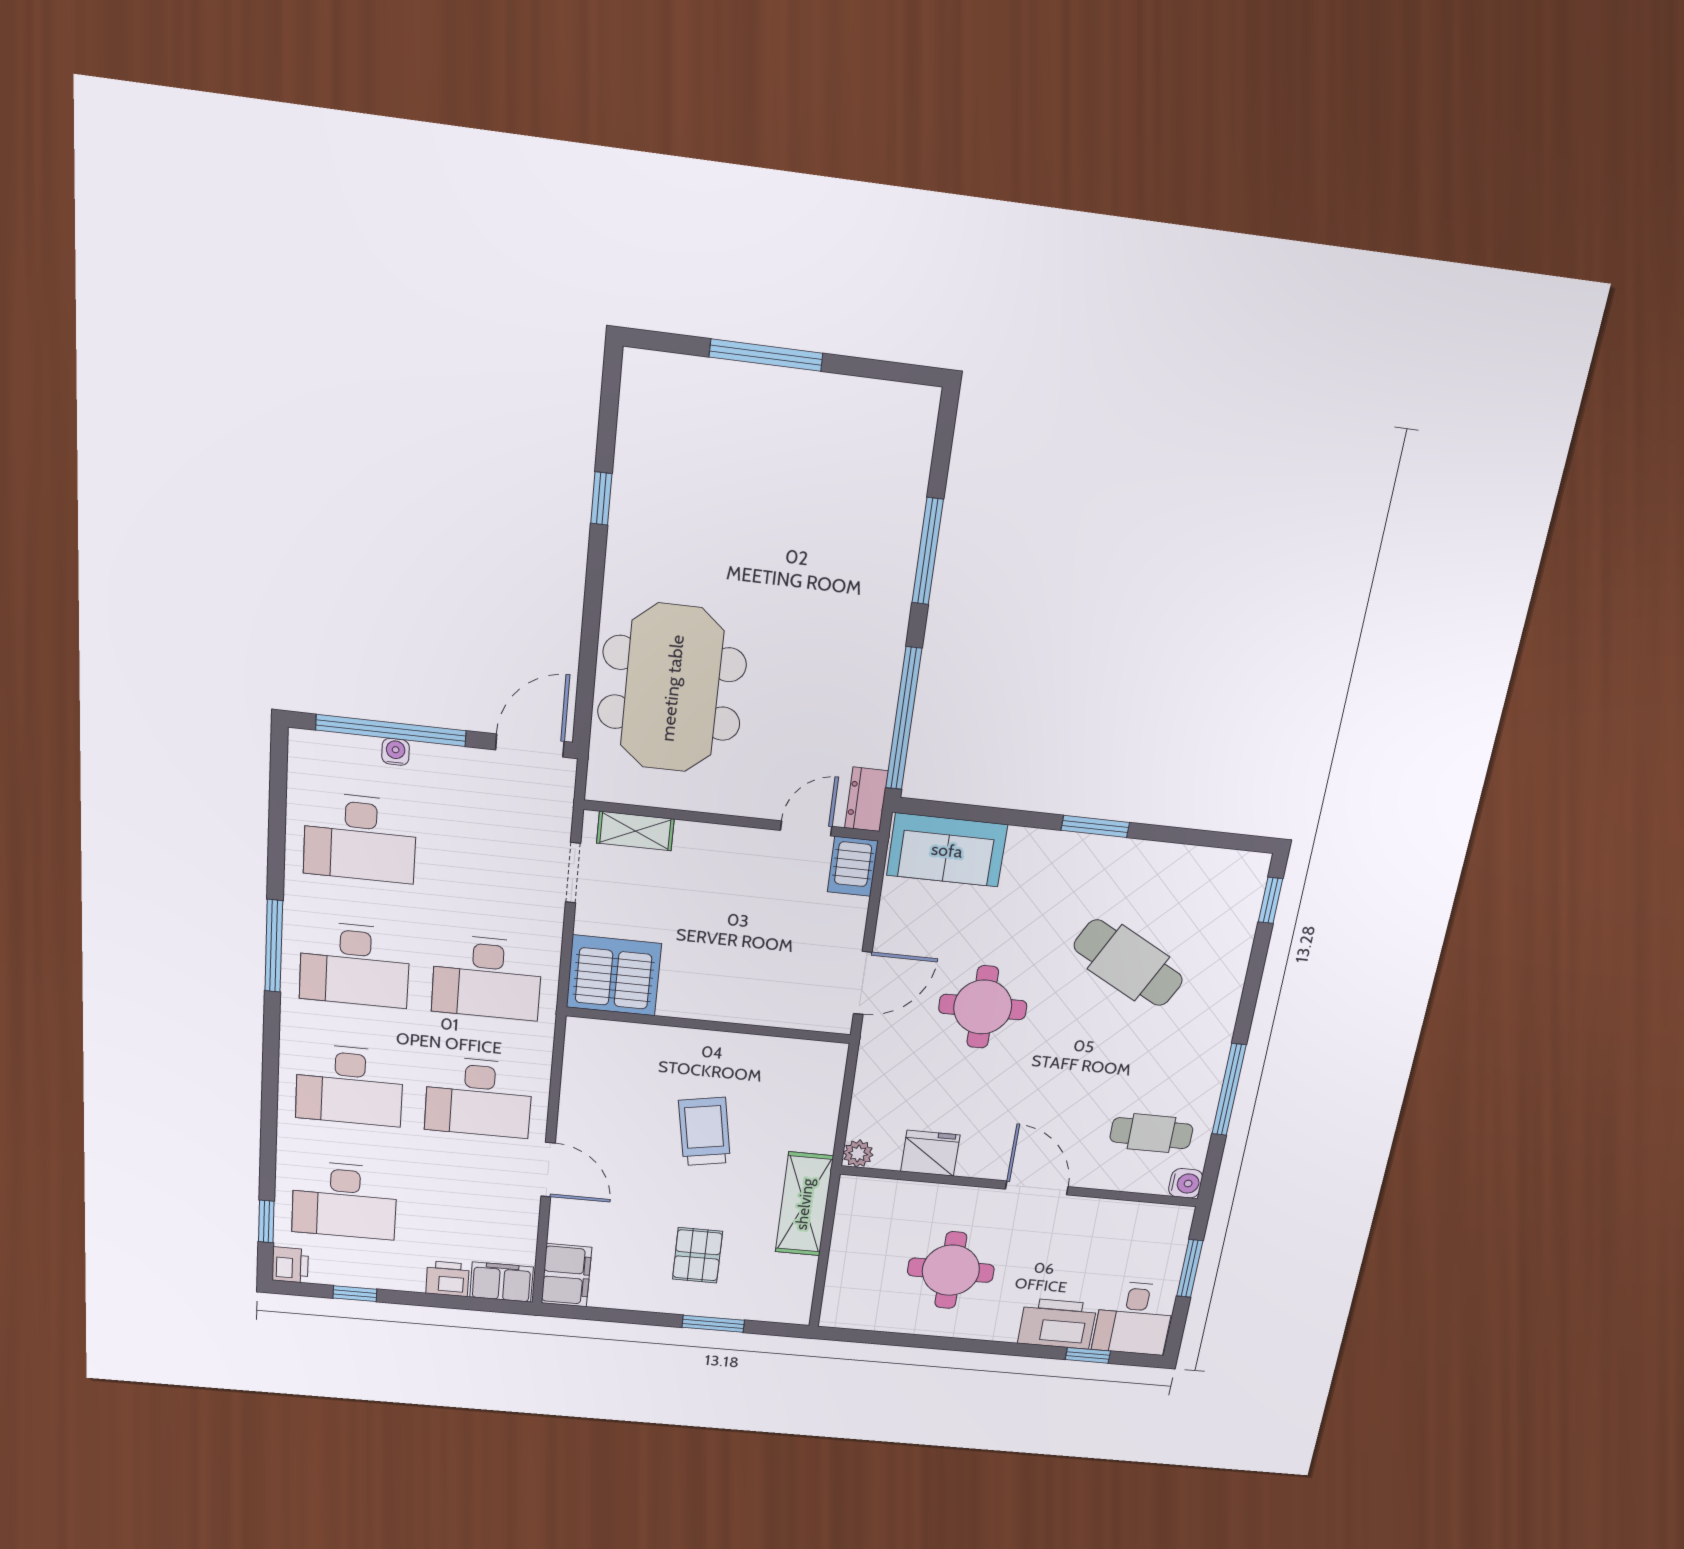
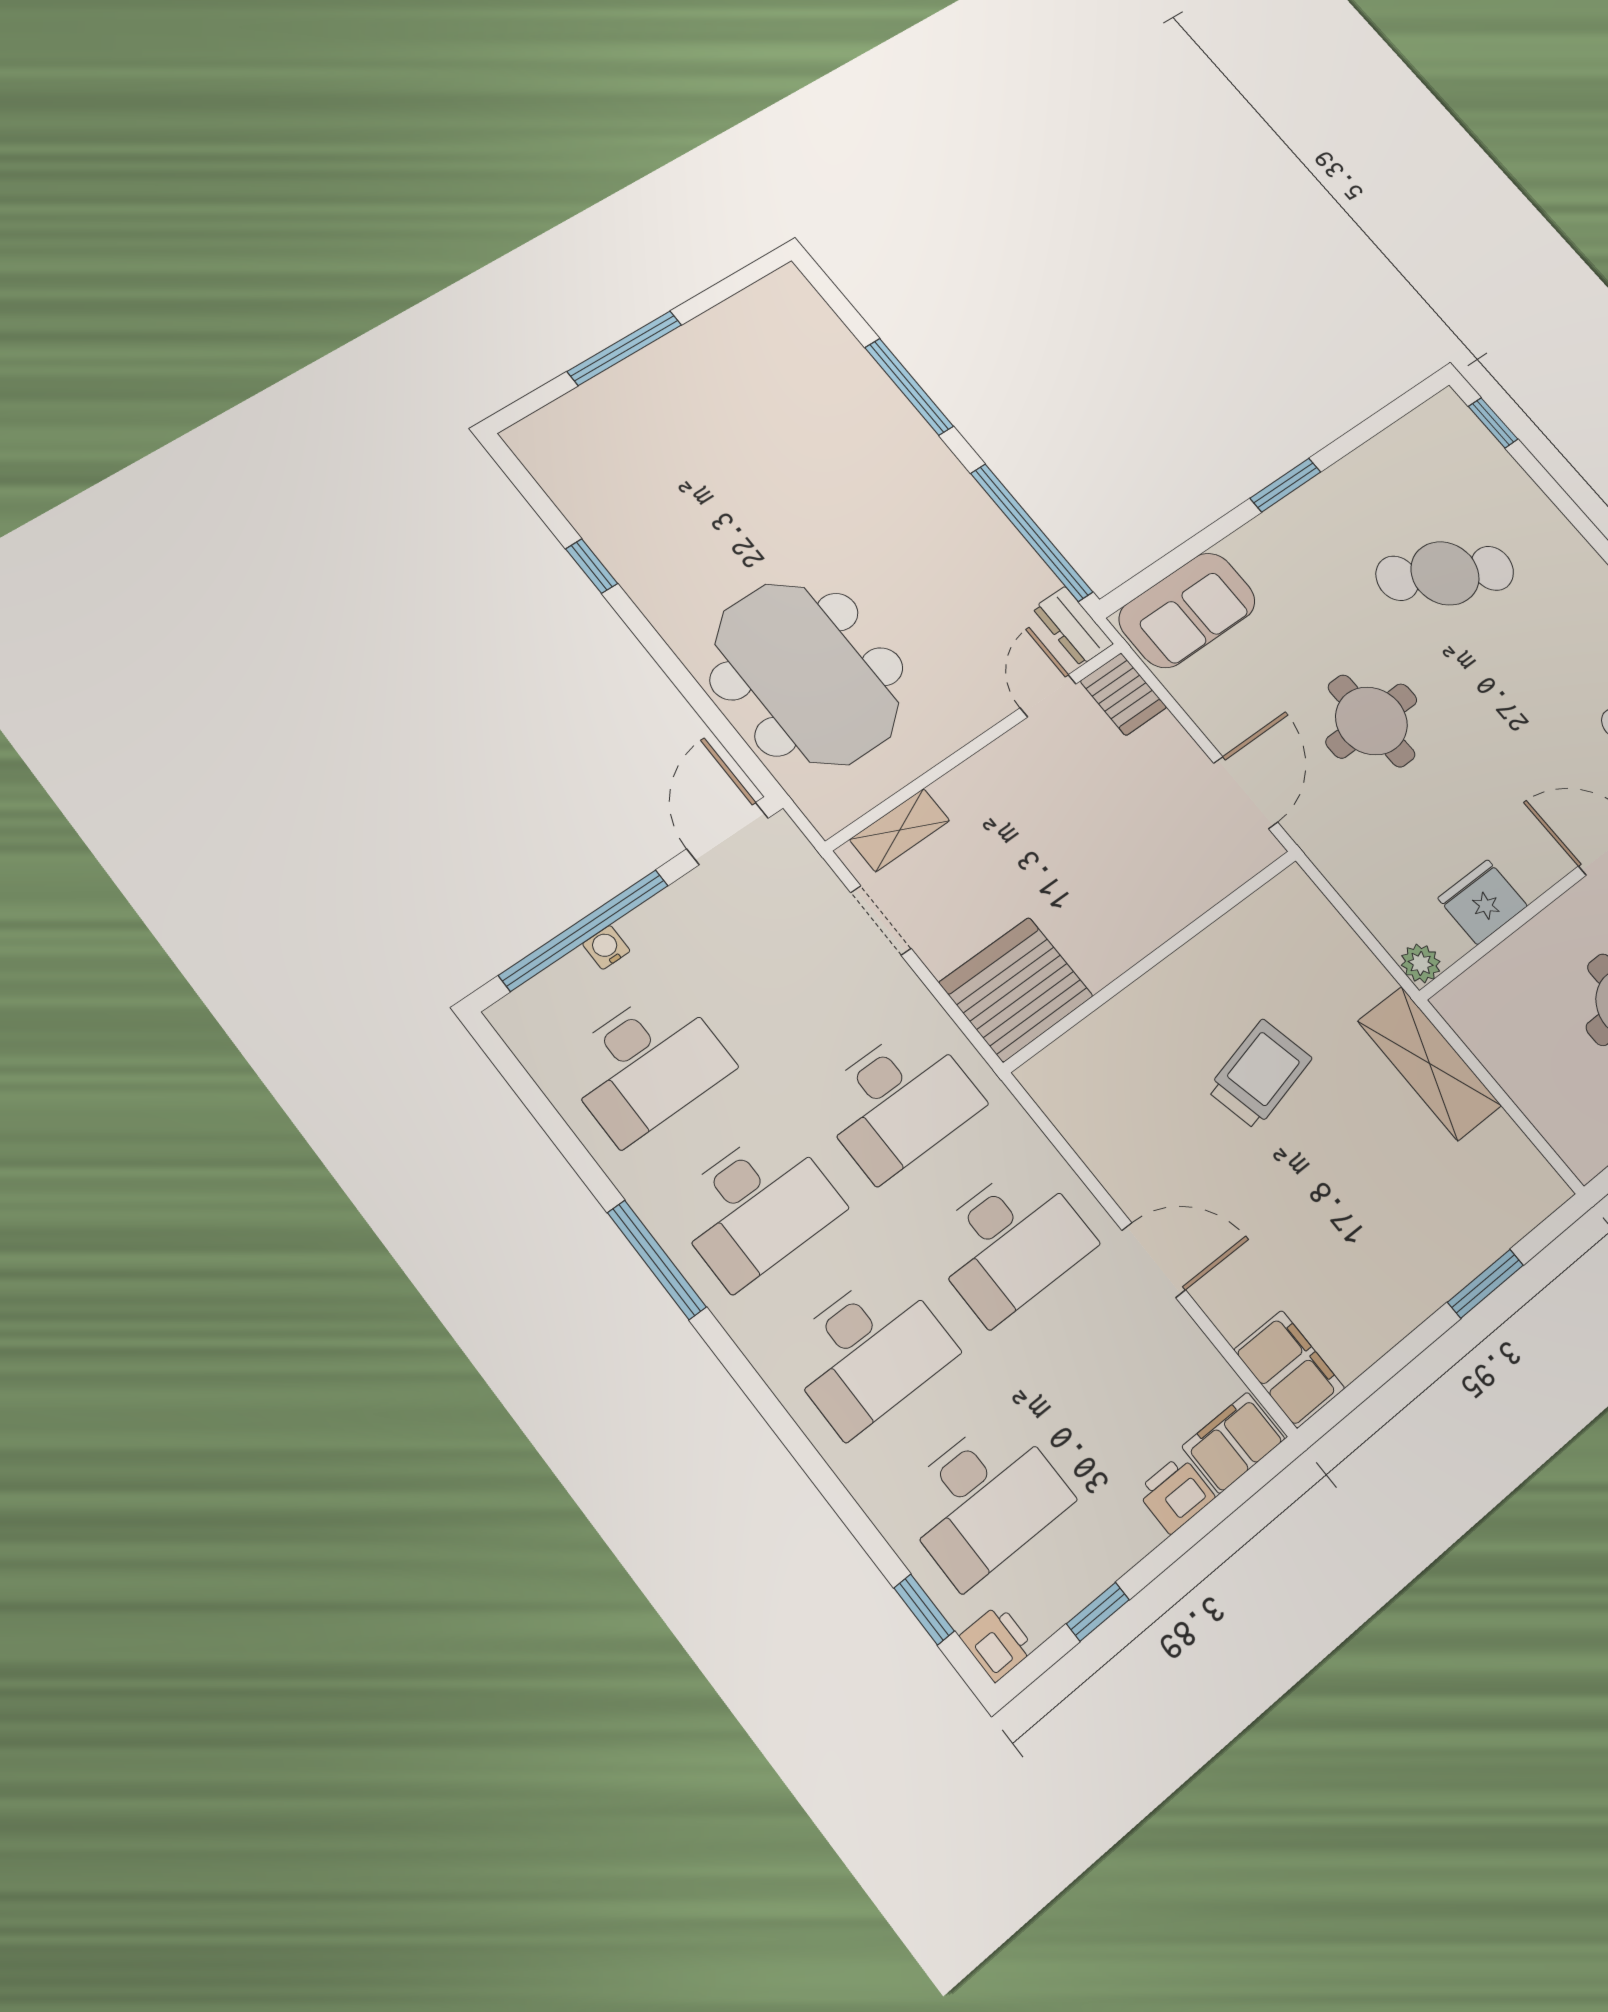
trolley: (704, 1132) -> (1259, 1074), turned 87
pallet: (697, 1255) -> (1391, 1218), removed

